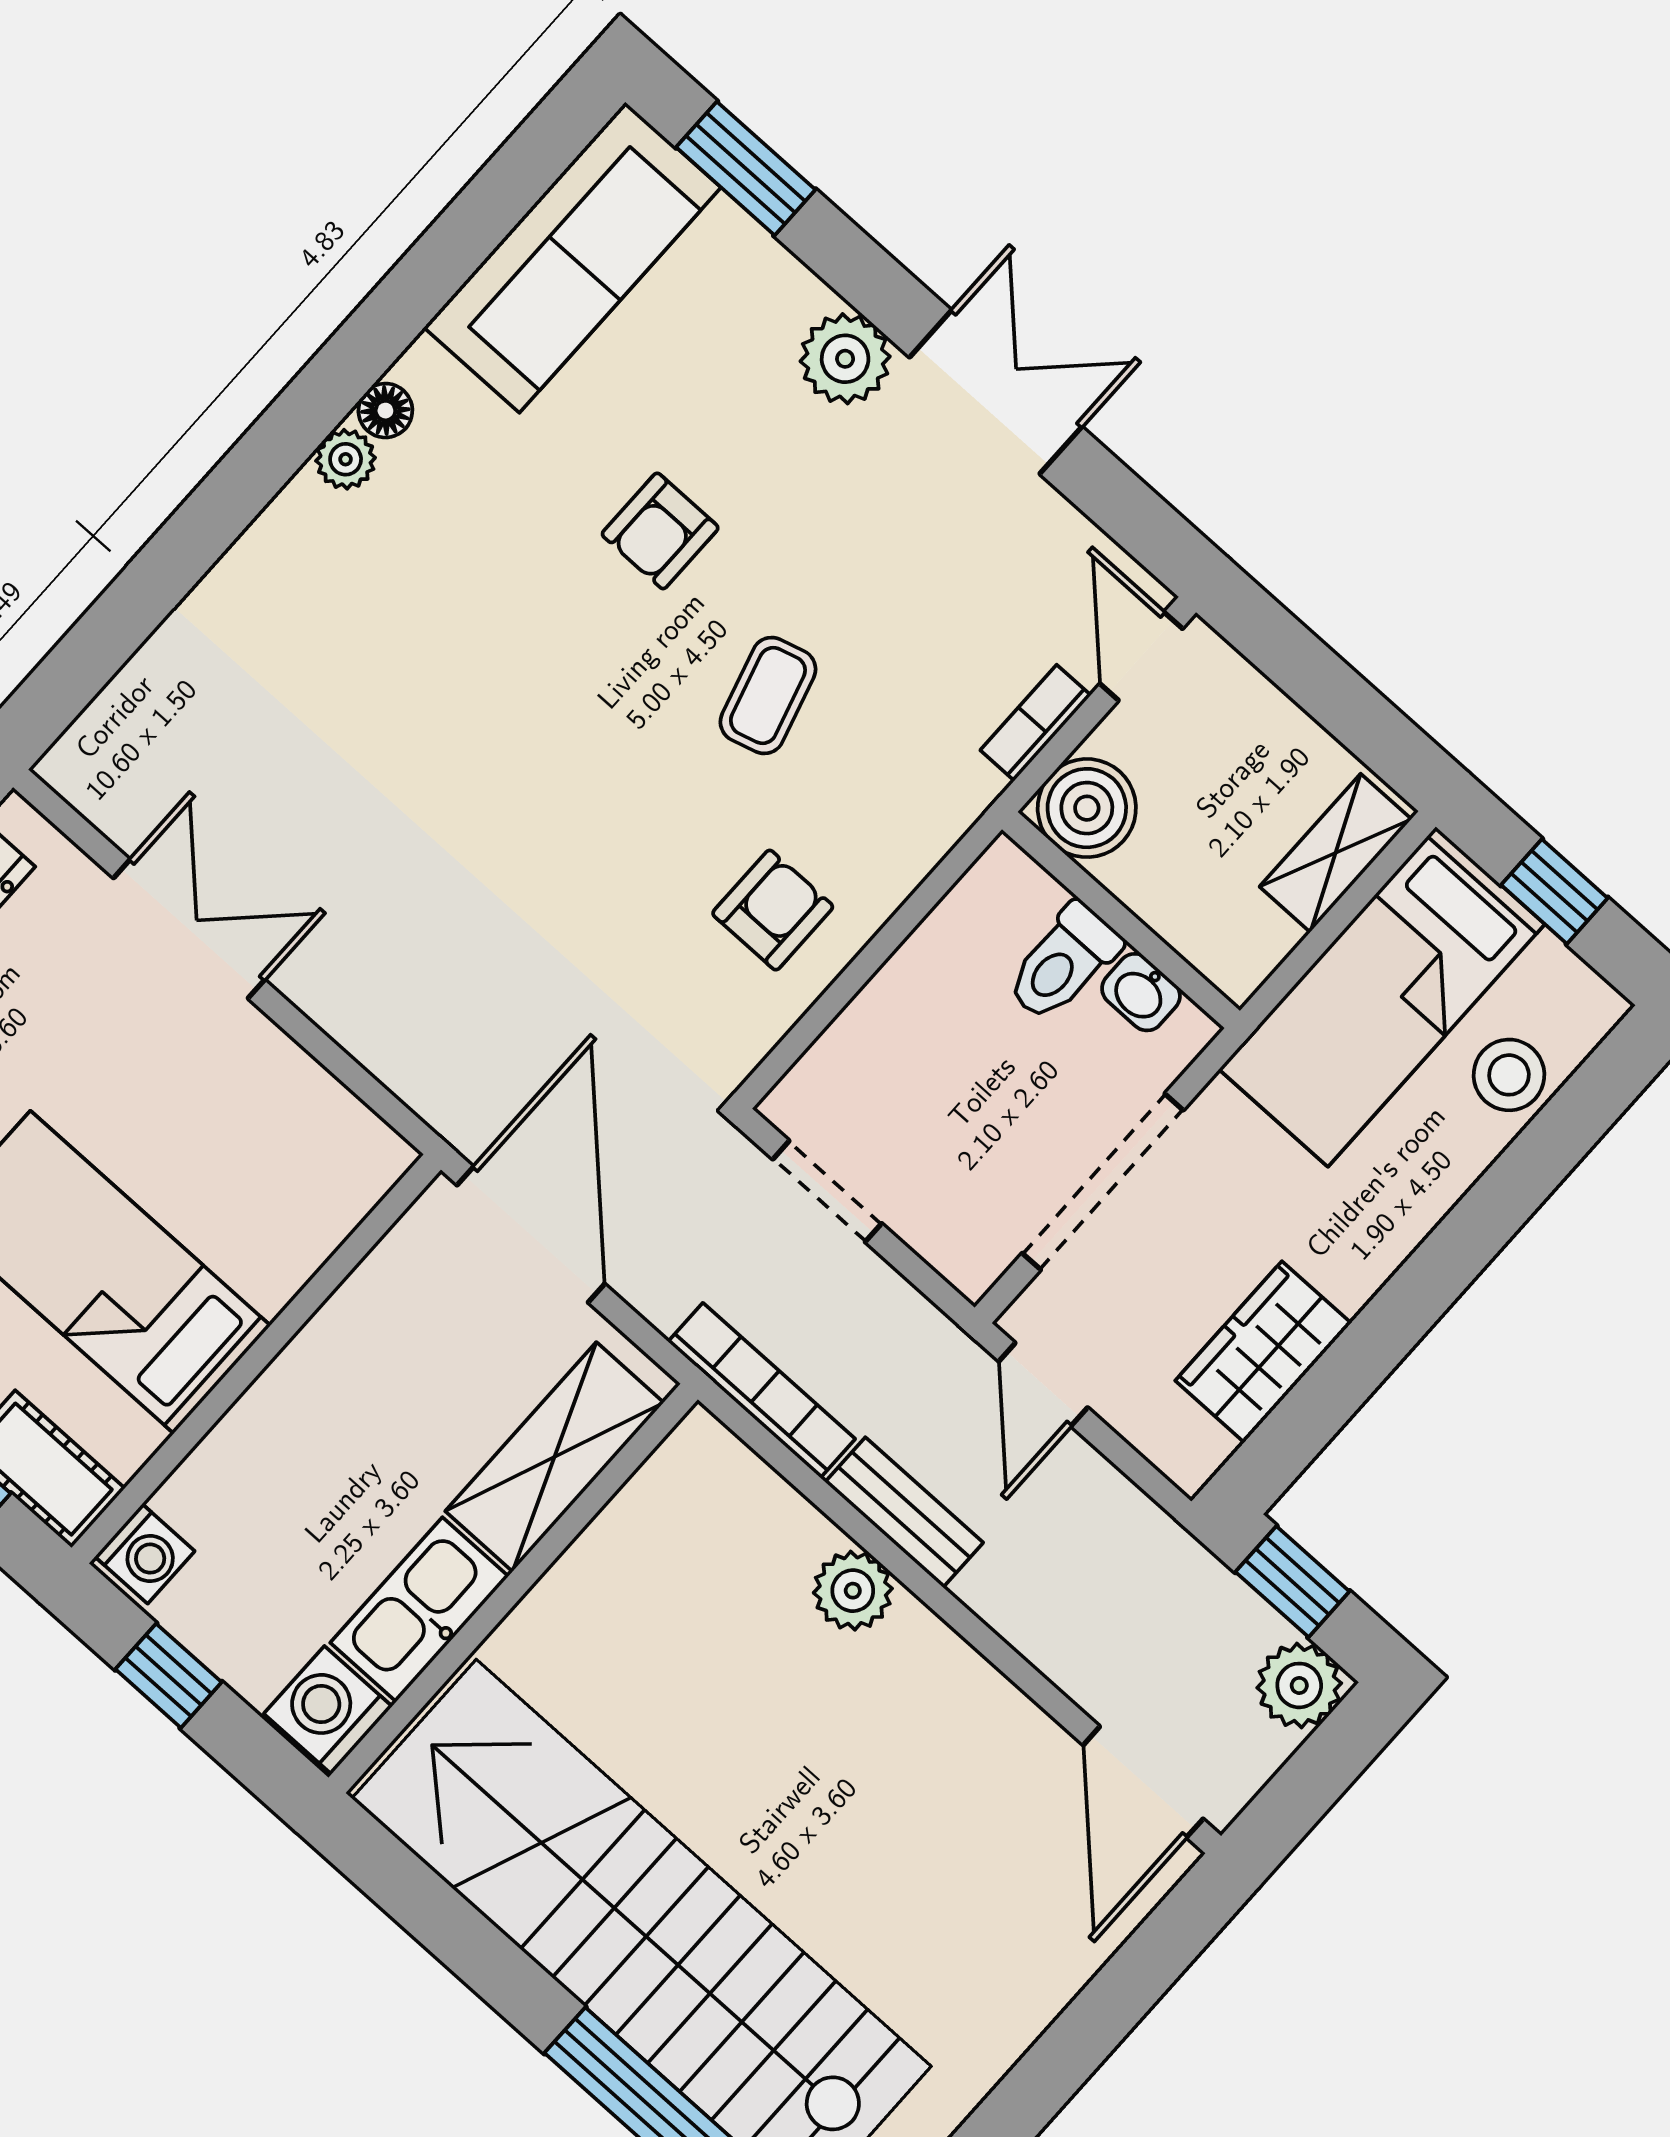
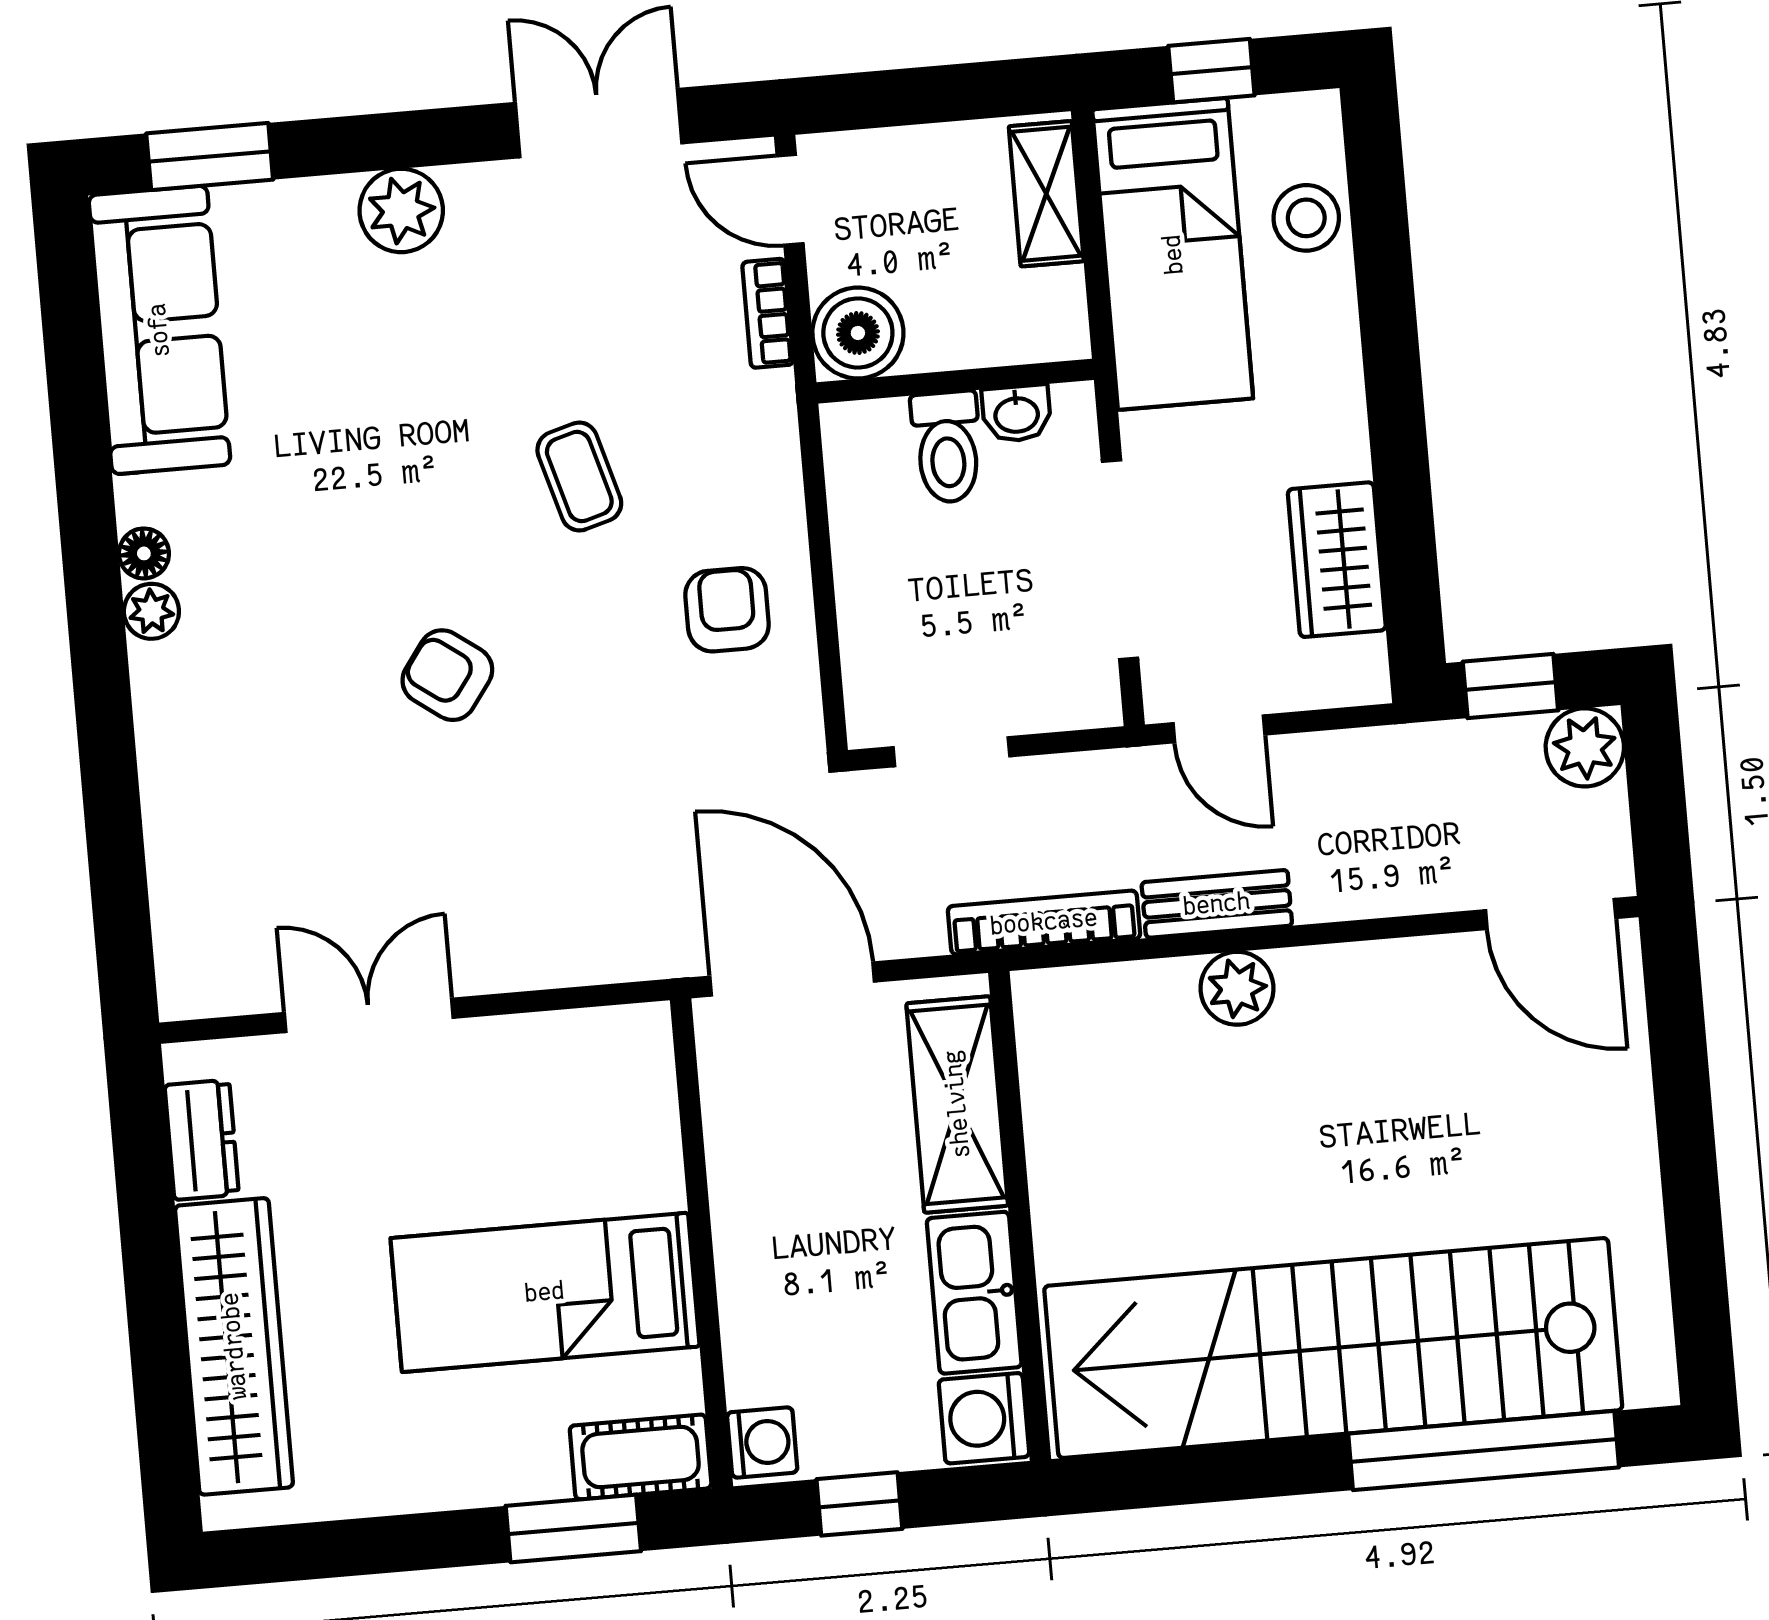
double door: (996, 392) -> (599, 123), moved
armchair: (660, 531) -> (447, 675), moved, turned 126

